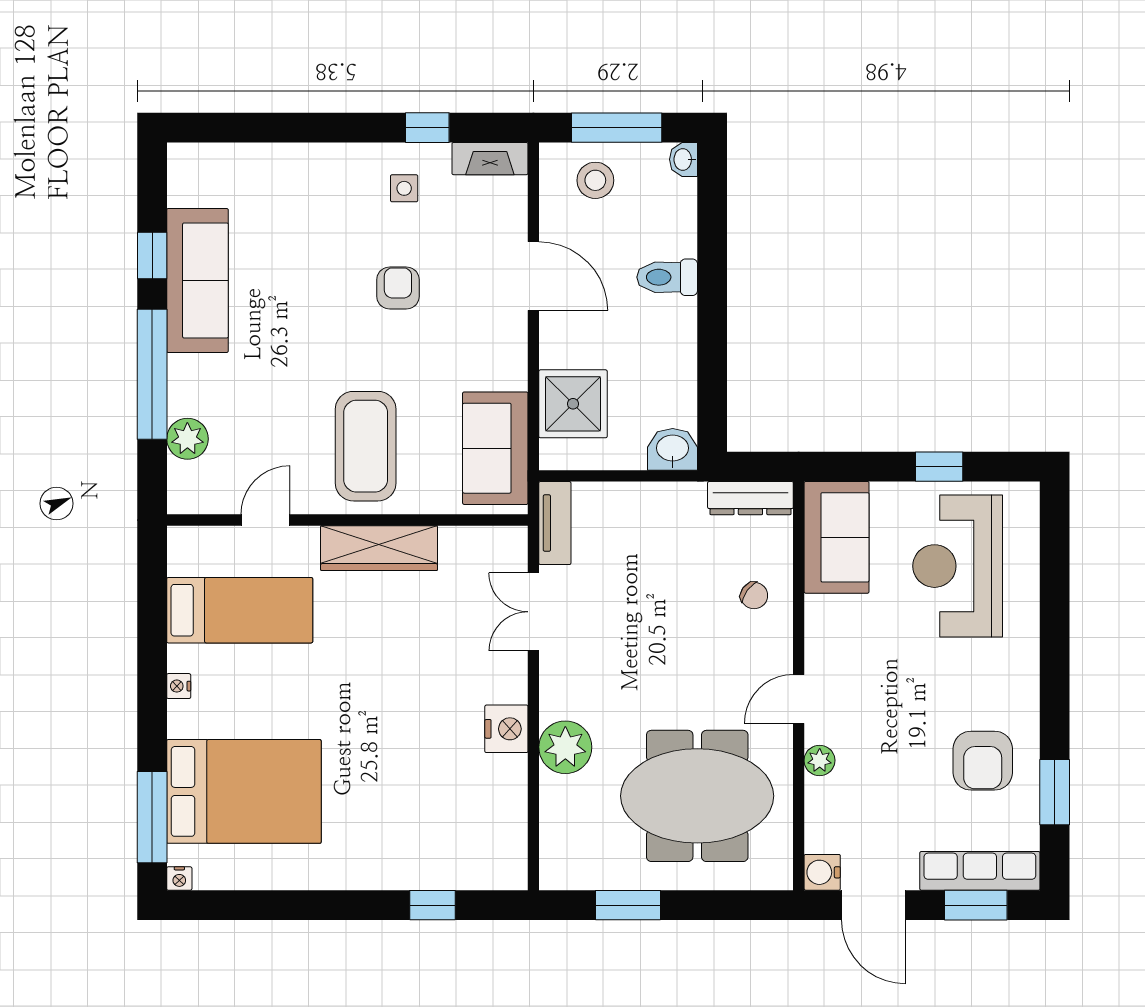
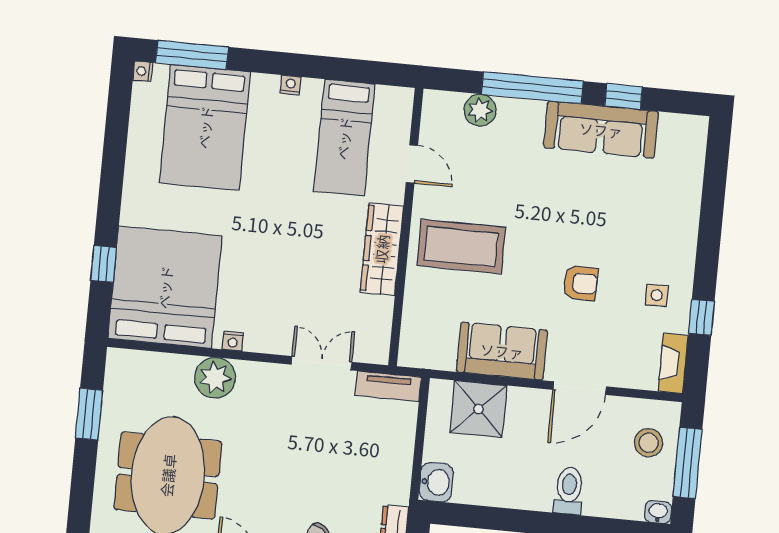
sofa: (495, 448) -> (502, 351), moved
nightstand: (506, 729) -> (233, 341), width x0.53, depth x0.56
bed: (455, 823) -> (165, 287), added

